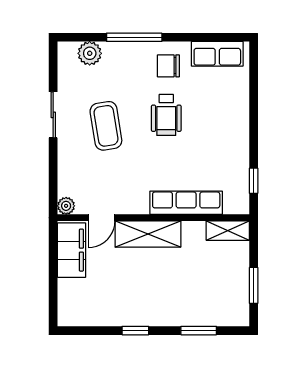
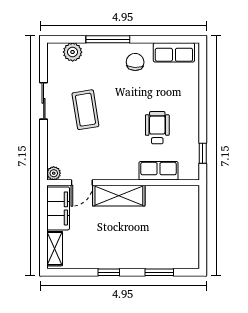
chair: (168, 66) -> (135, 62), turned 92
wheelchair: (166, 115) -> (157, 128), moved, turned 180
row of seats: (186, 203) -> (159, 171), width x0.68
shelving: (228, 231) -> (55, 249), moved, turned 90
window: (254, 285) -> (203, 236), removed

